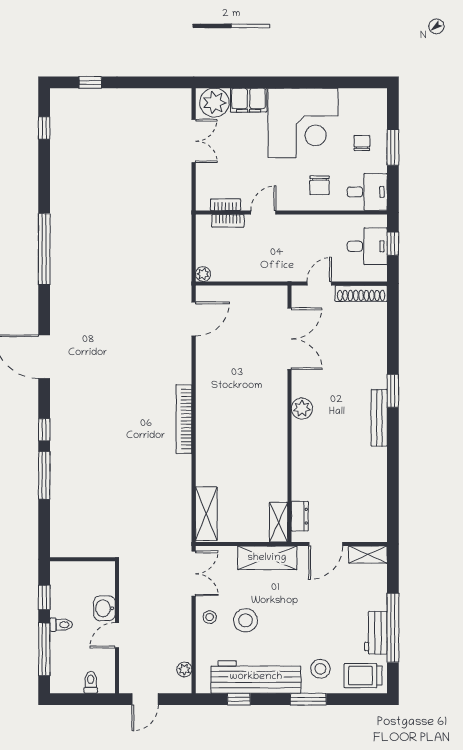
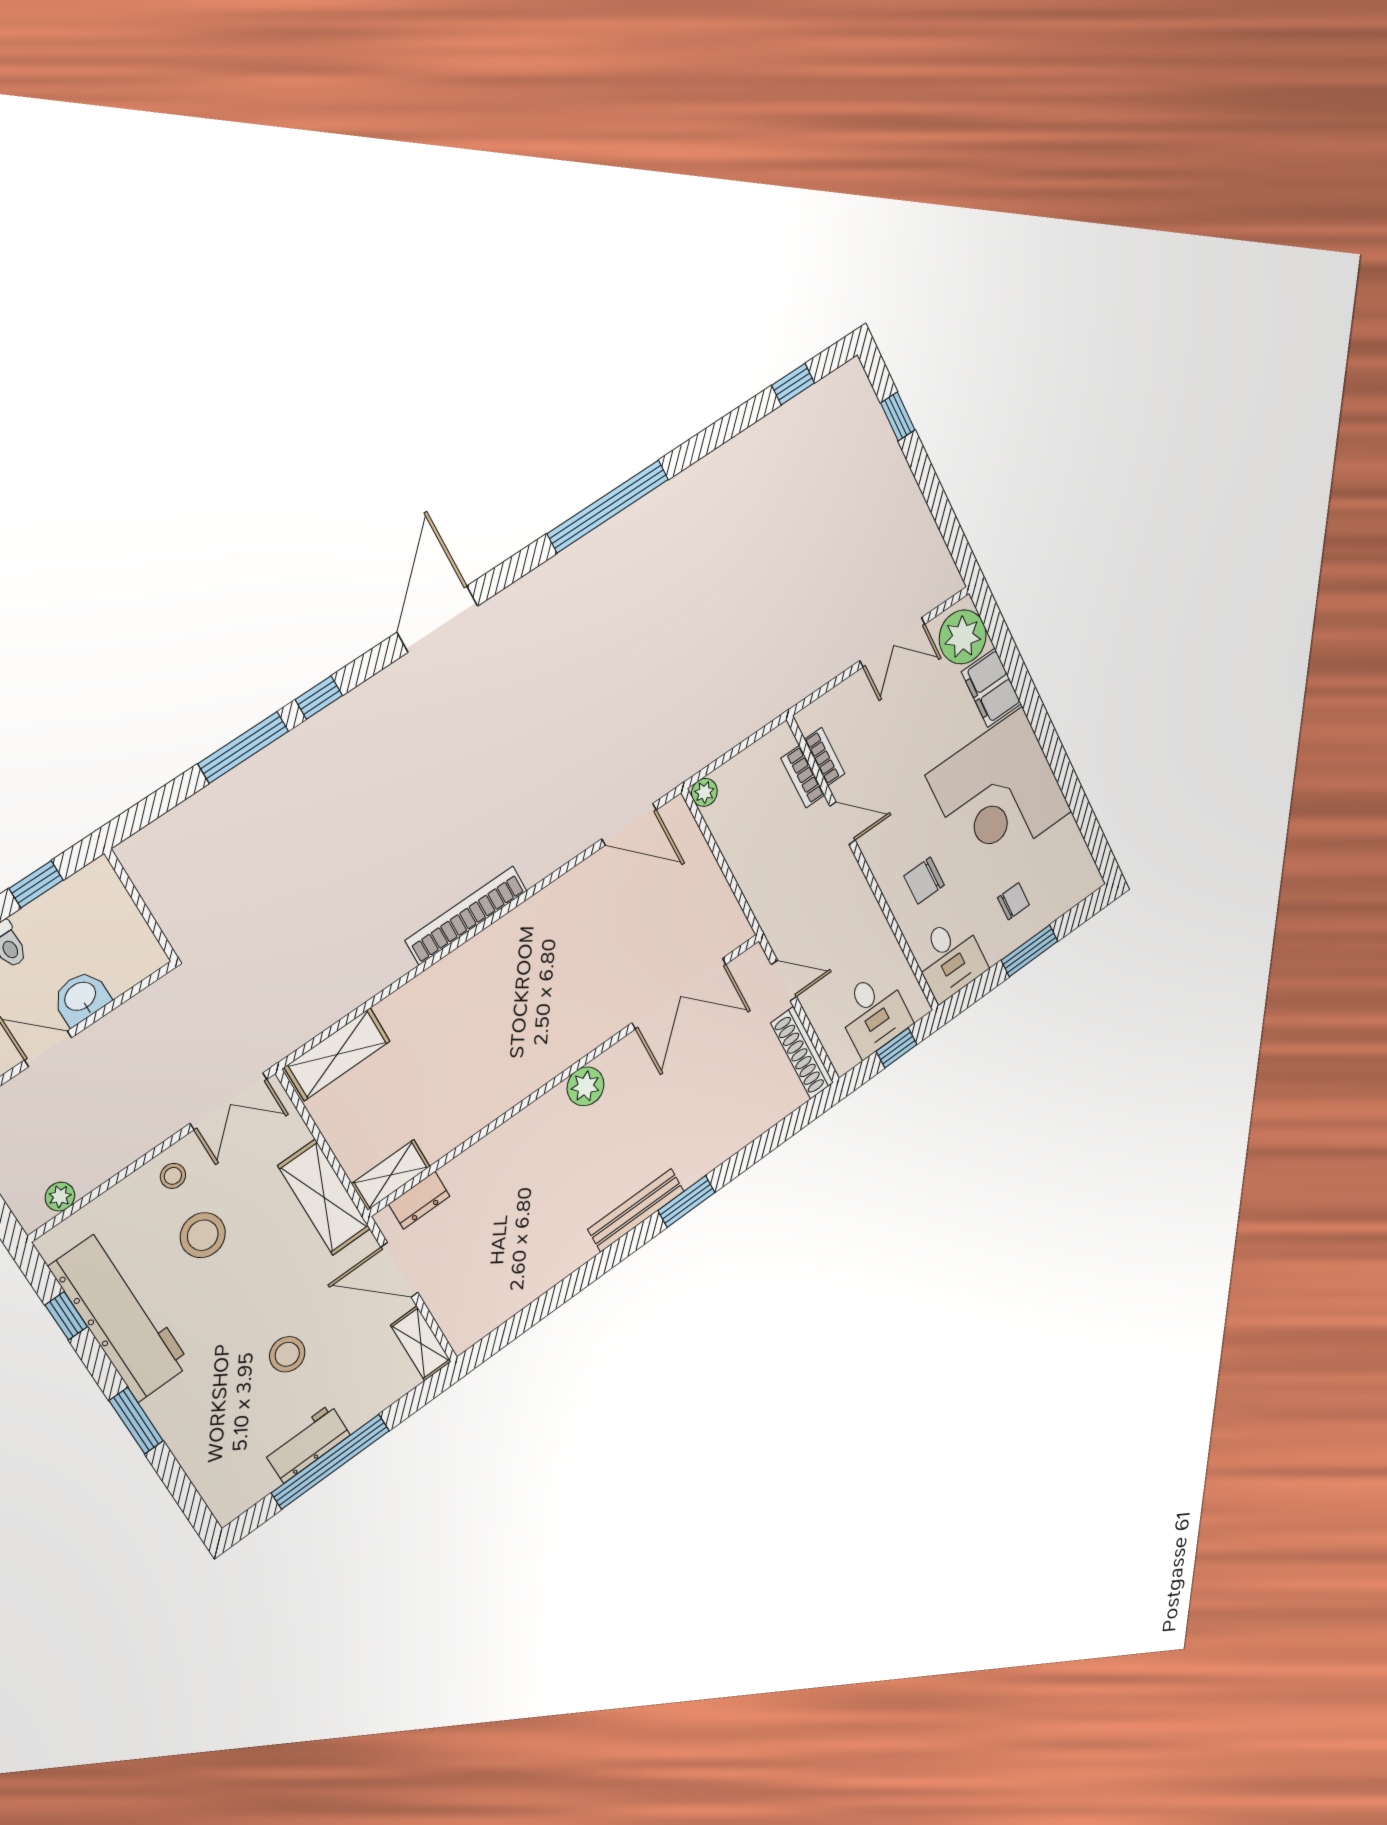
stool: (320, 669) -> (287, 1354), moved
trolley: (363, 676) -> (227, 1474), removed

